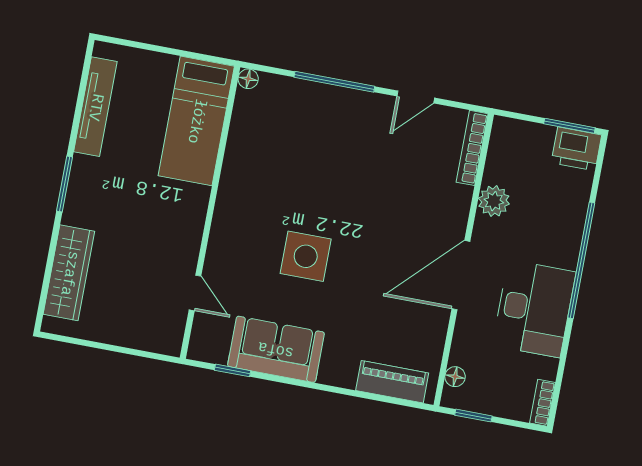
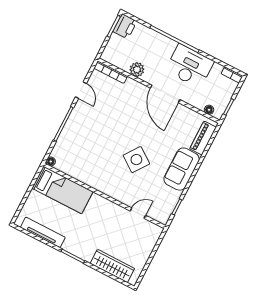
side table: (306, 256) -> (136, 160), turned 36
sofa: (276, 349) -> (182, 169), moved

